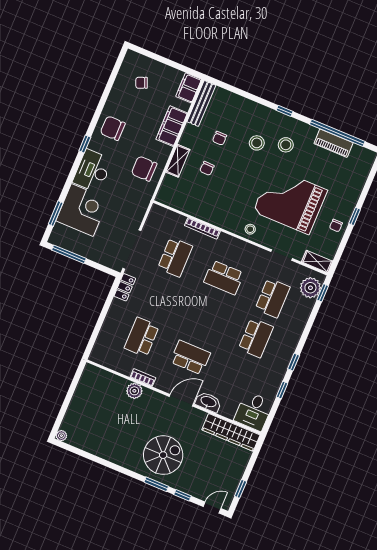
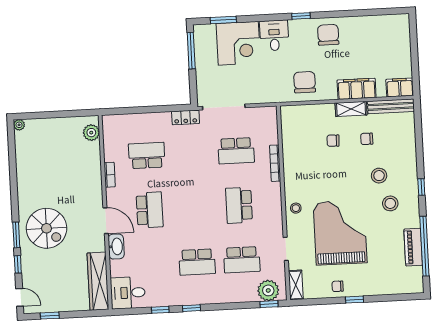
chair: (142, 83) -> (383, 41), removed
shelving: (178, 161) -> (351, 109), moved
desk: (92, 171) -> (274, 35), width x0.73
plant: (134, 391) -> (91, 133), moved

